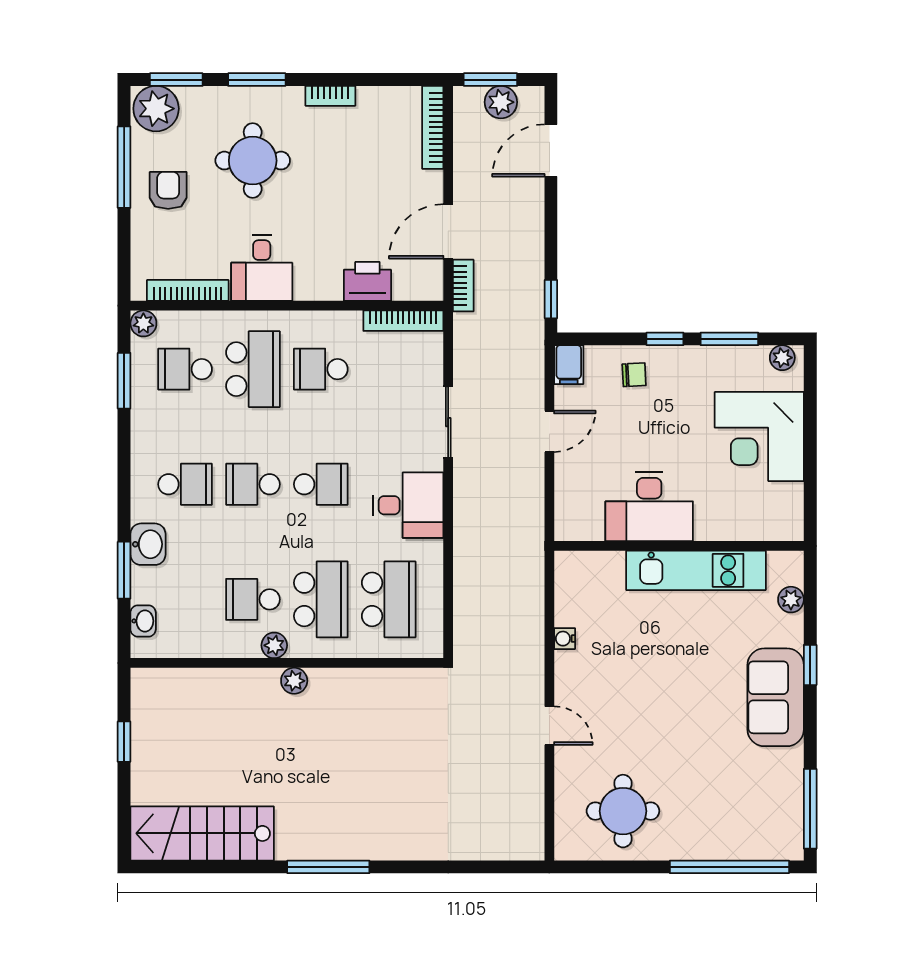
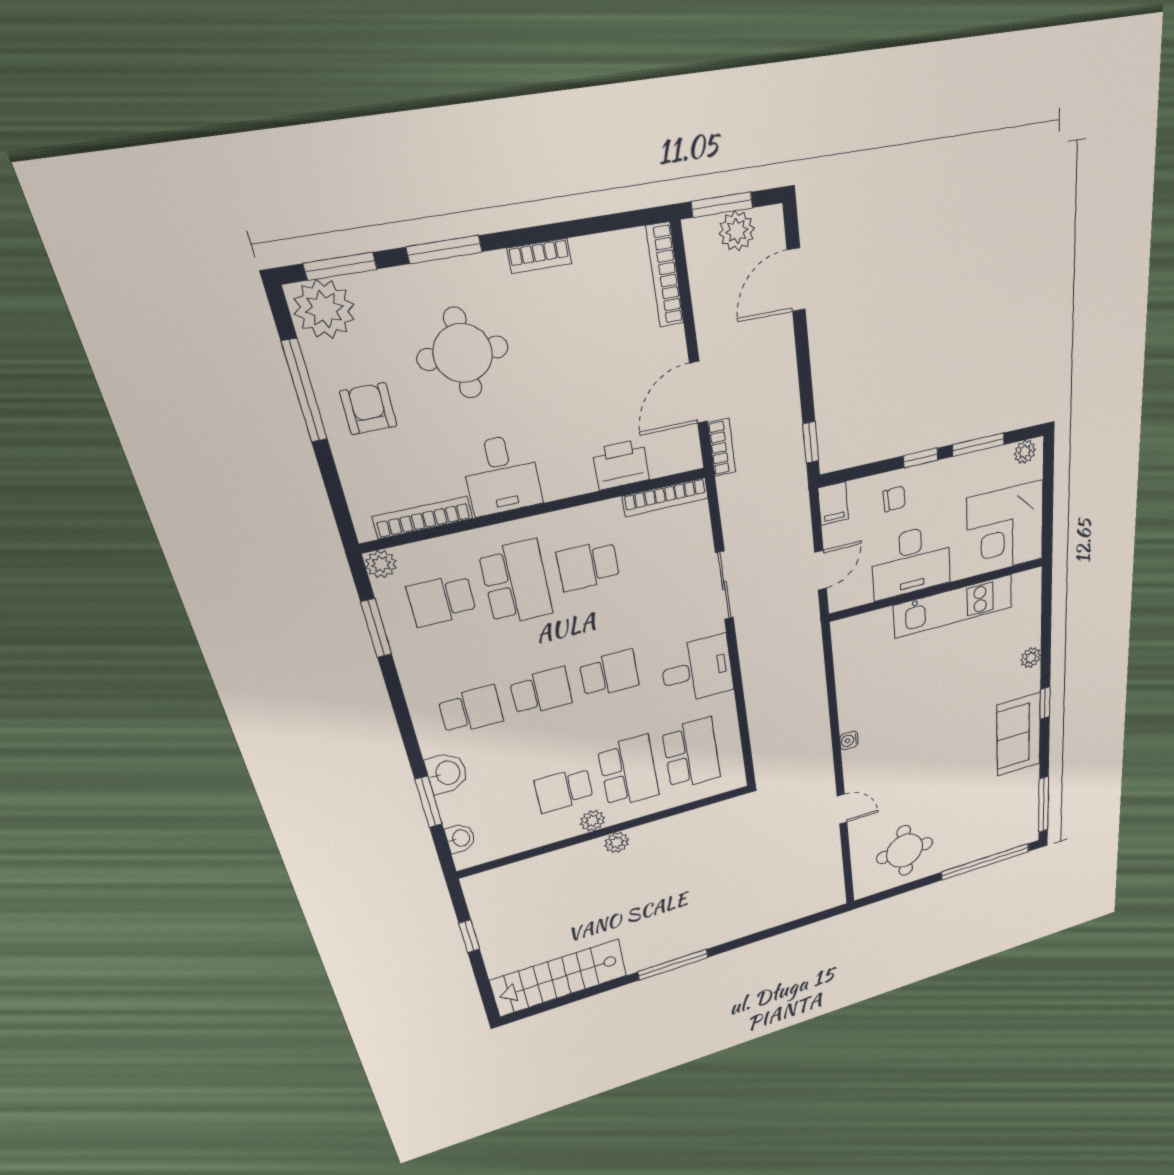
school desk: (253, 484) -> (541, 691), turned 180
desk: (649, 507) -> (911, 562), moved
wall: (679, 546) -> (938, 589), moved
kitchen unit: (696, 570) -> (953, 606), moved

